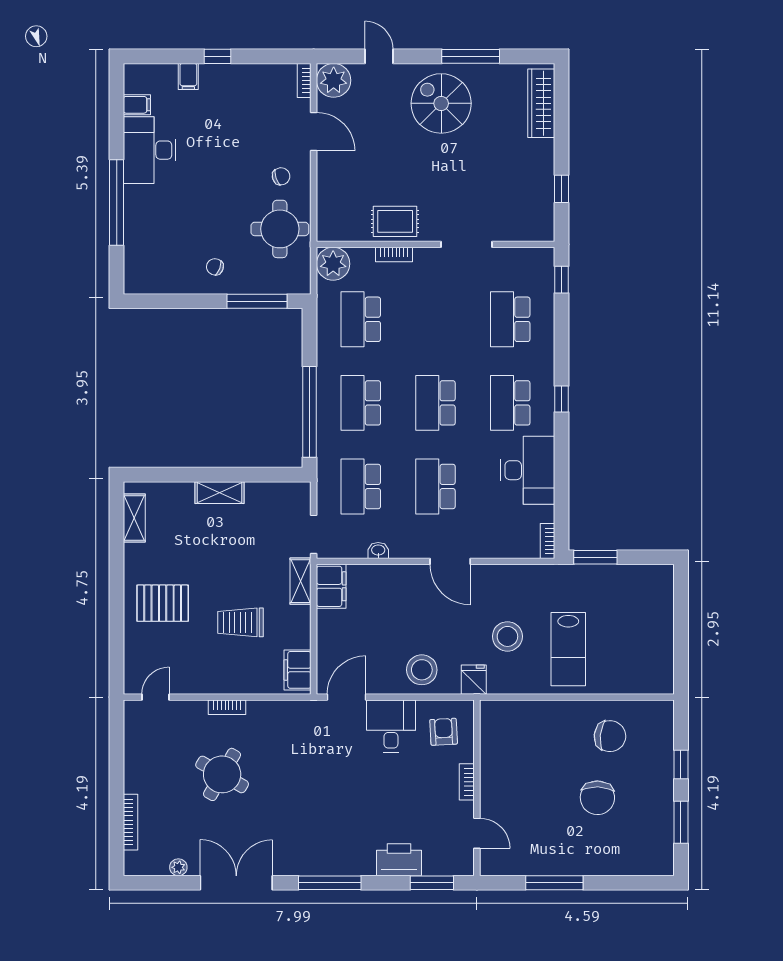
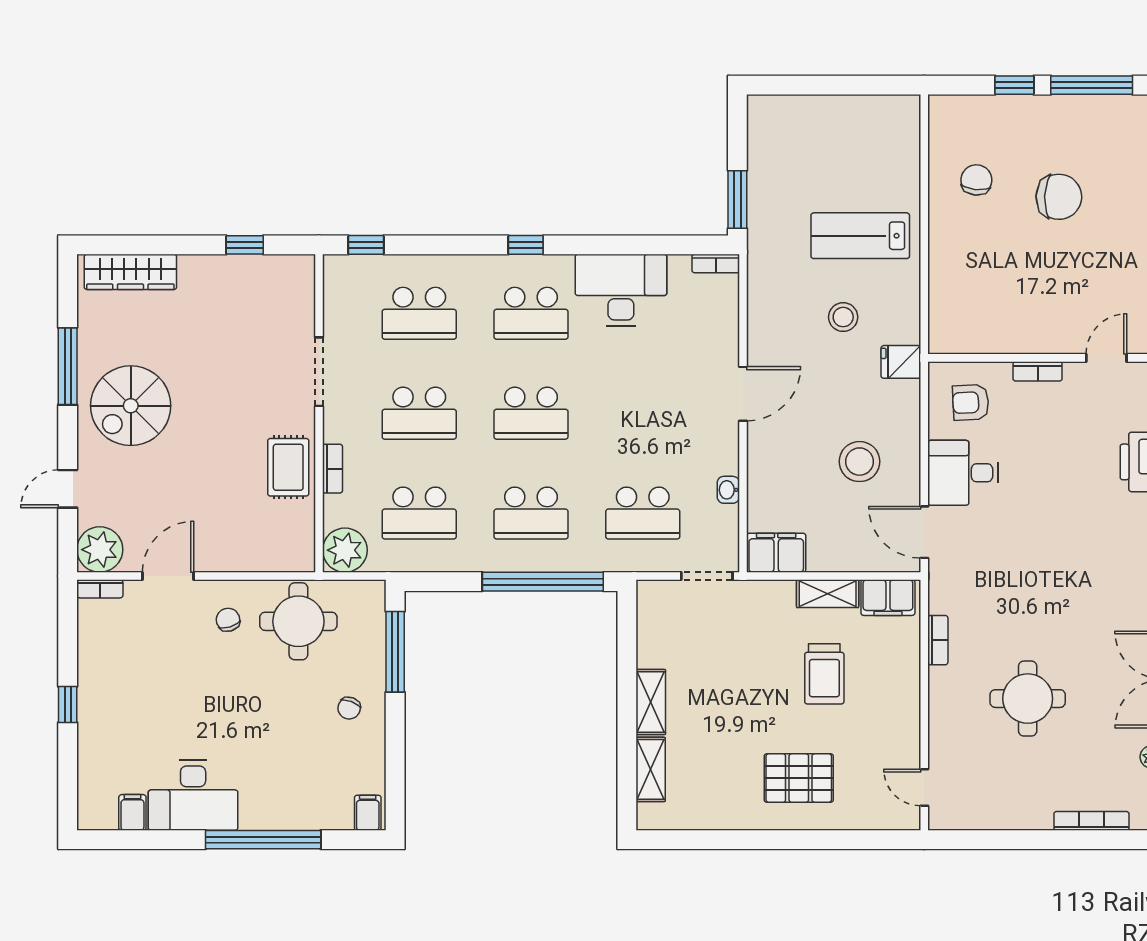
filing cabinet: (188, 76) -> (368, 813), moved, turned -90
school desk: (435, 487) -> (419, 413), moved
shelving: (134, 518) -> (651, 769), moved, turned 90
shelving: (301, 581) -> (828, 594), moved
pallet: (163, 603) -> (799, 778), turned 90
stool: (507, 636) -> (843, 317), width x0.73, depth x0.73
lab bench: (568, 649) -> (860, 236), turned 180
stool: (422, 670) -> (859, 462), moved
bookcase: (227, 707) -> (938, 640), moved
chair: (610, 736) -> (976, 180), width x0.73, depth x0.73
round table: (222, 774) -> (1028, 699), turned -30
window: (681, 822) -> (1092, 85), width x1.44

